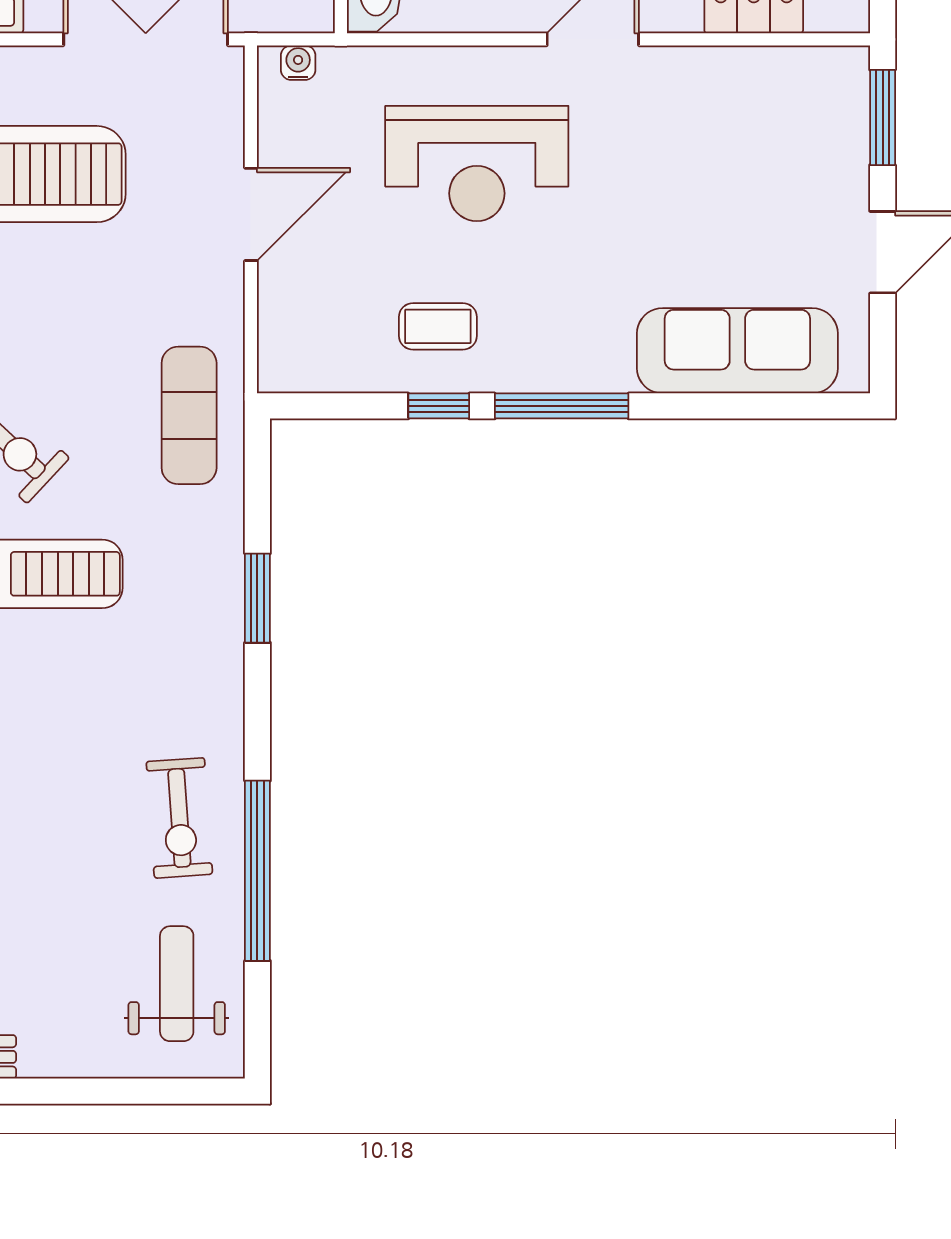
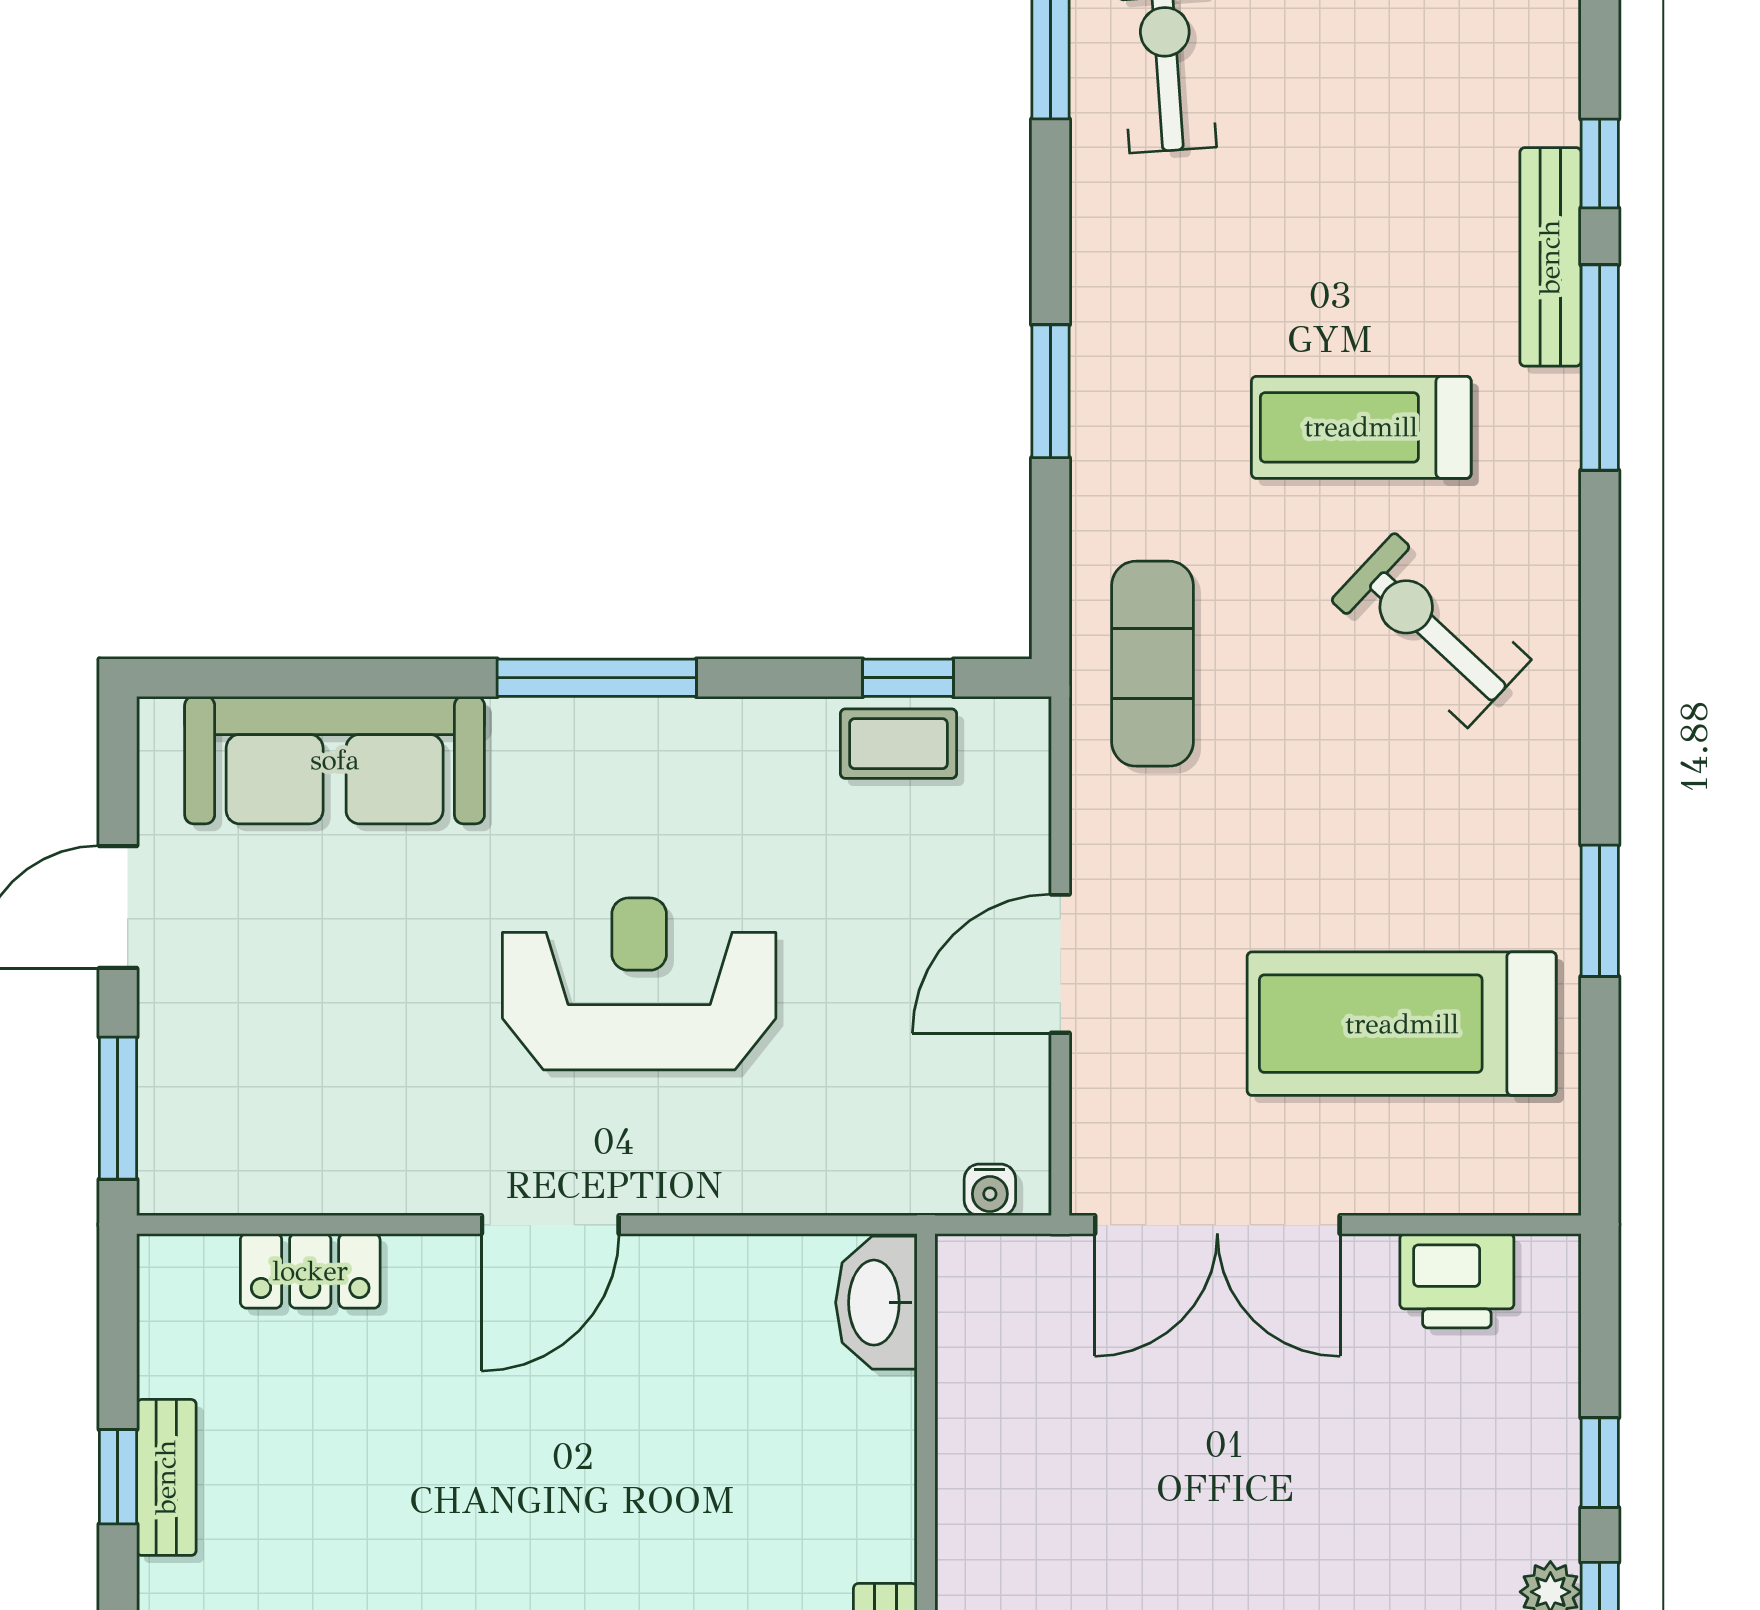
reception desk: (477, 164) -> (639, 984), moved
coffee table: (438, 326) -> (898, 744), moved
window: (439, 406) -> (908, 678), moved

